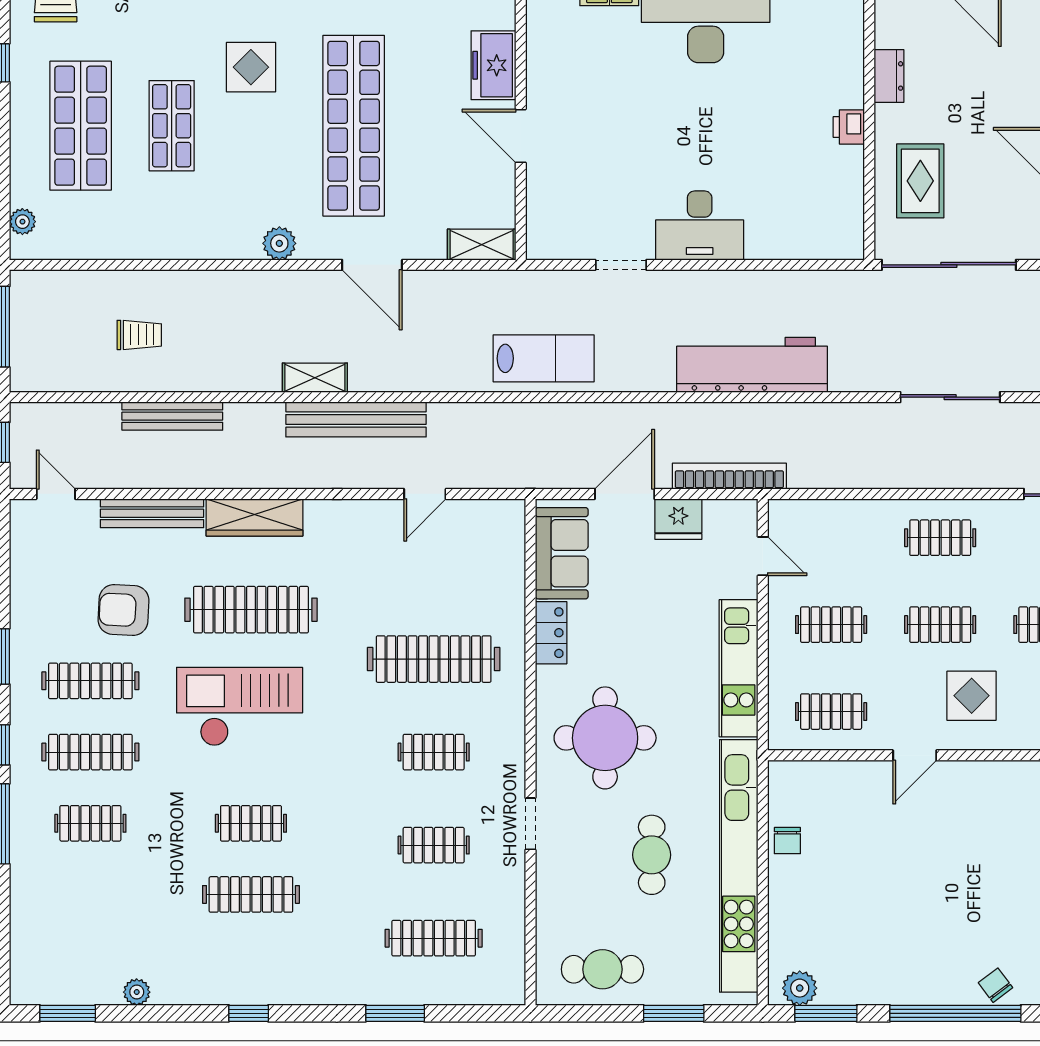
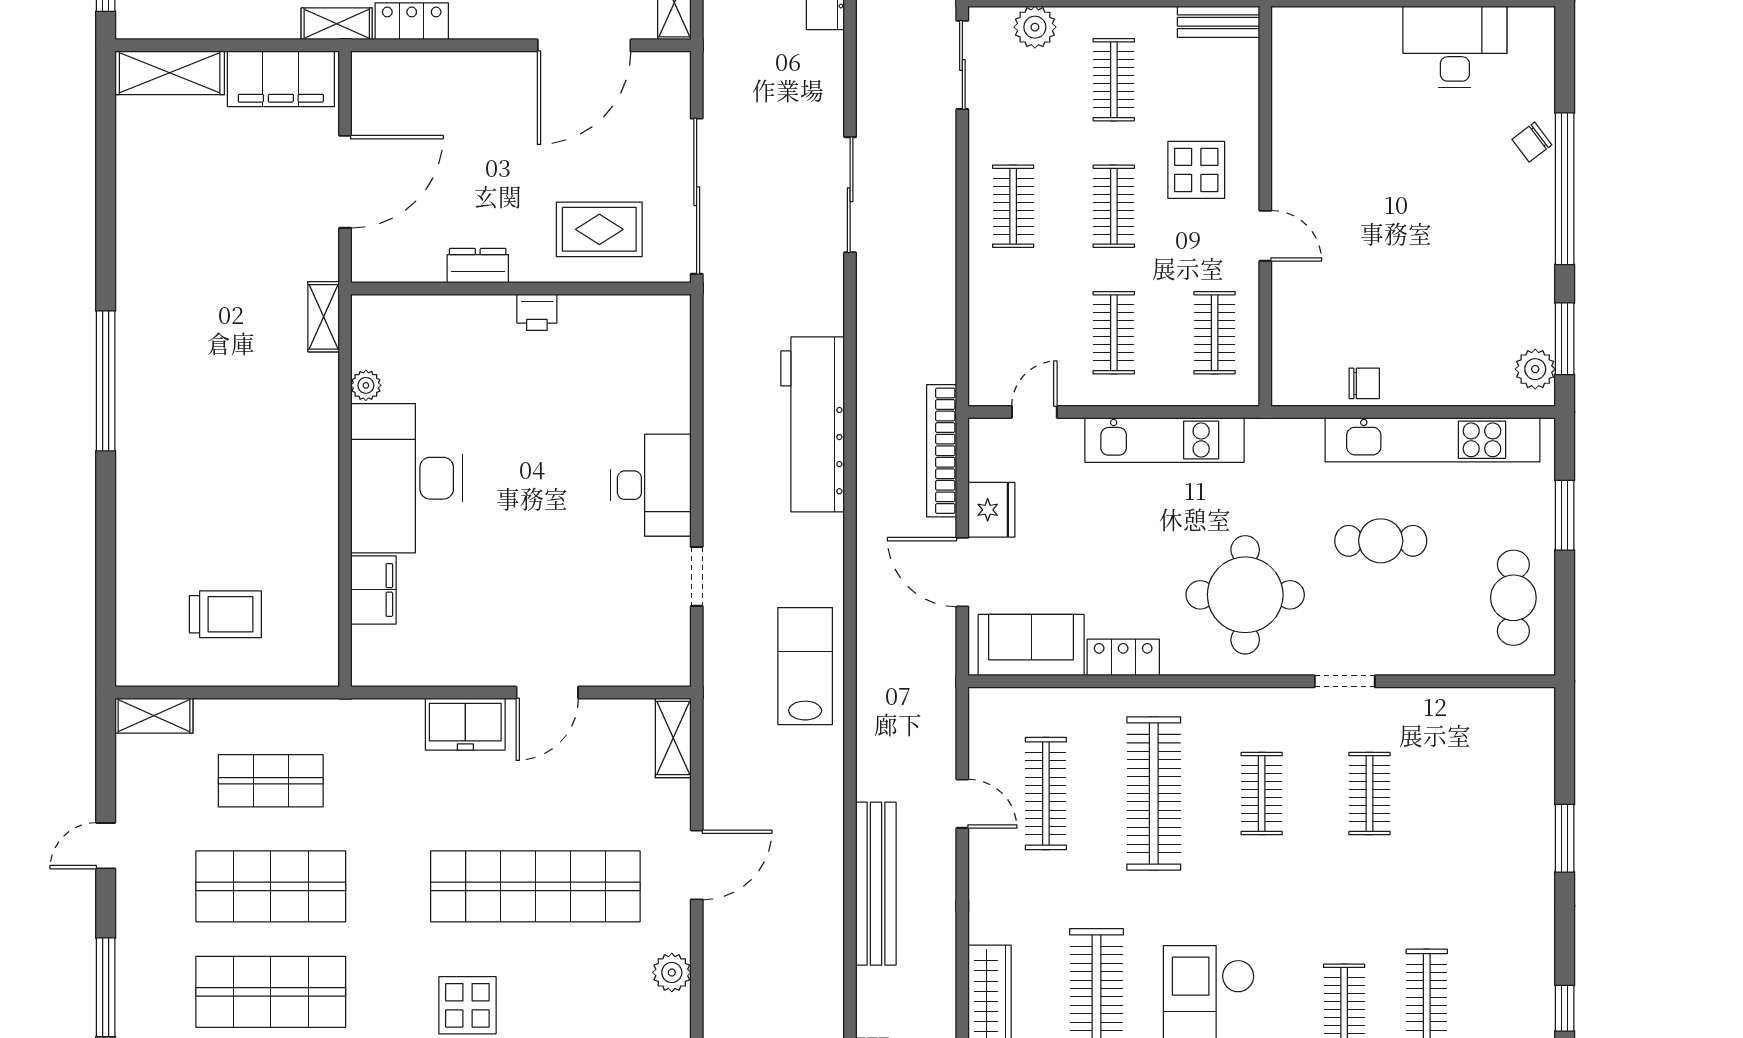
shelving: (315, 378) -> (827, 931), removed
kitchen unit: (739, 866) -> (1433, 440), width x0.73
clothes rail: (434, 938) -> (1046, 794), moved

